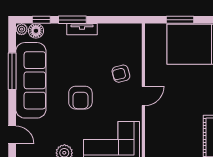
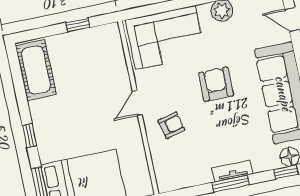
window: (72, 20) -> (231, 184), moved

